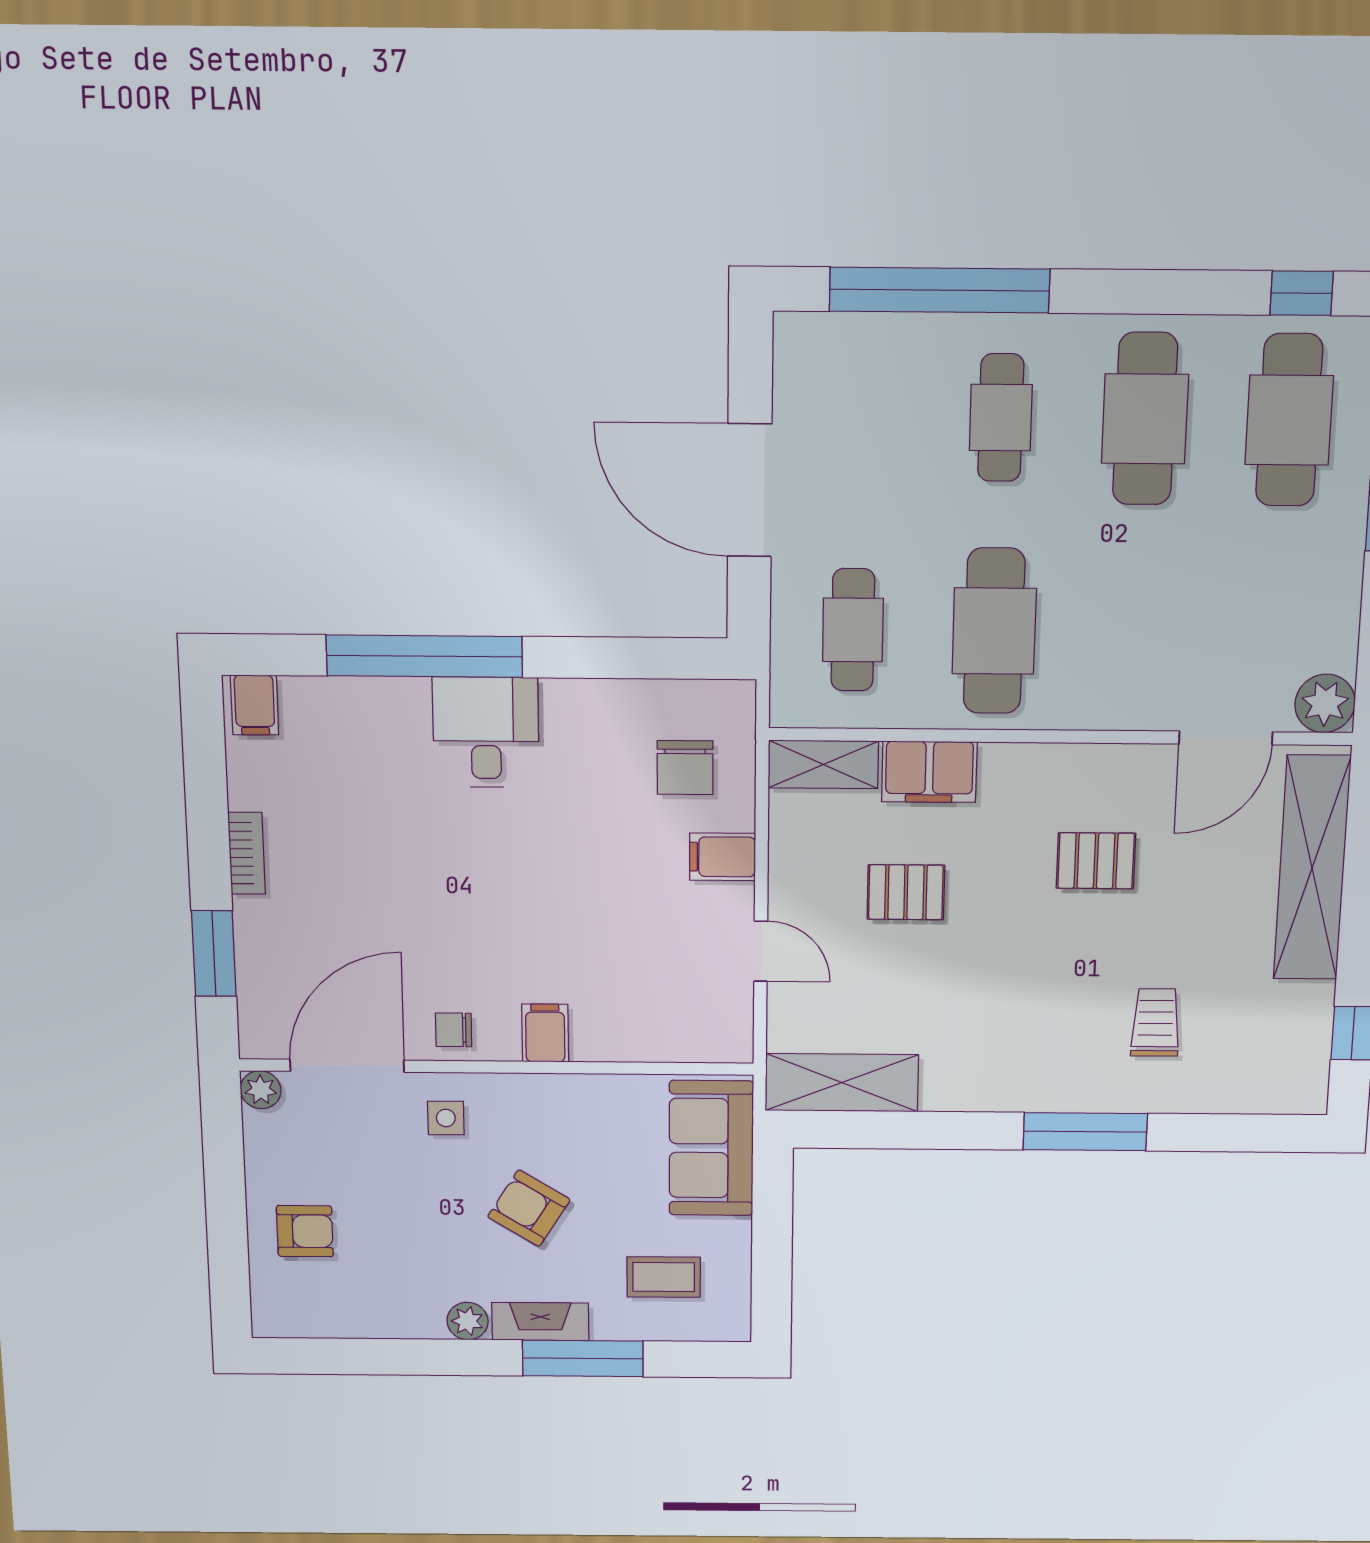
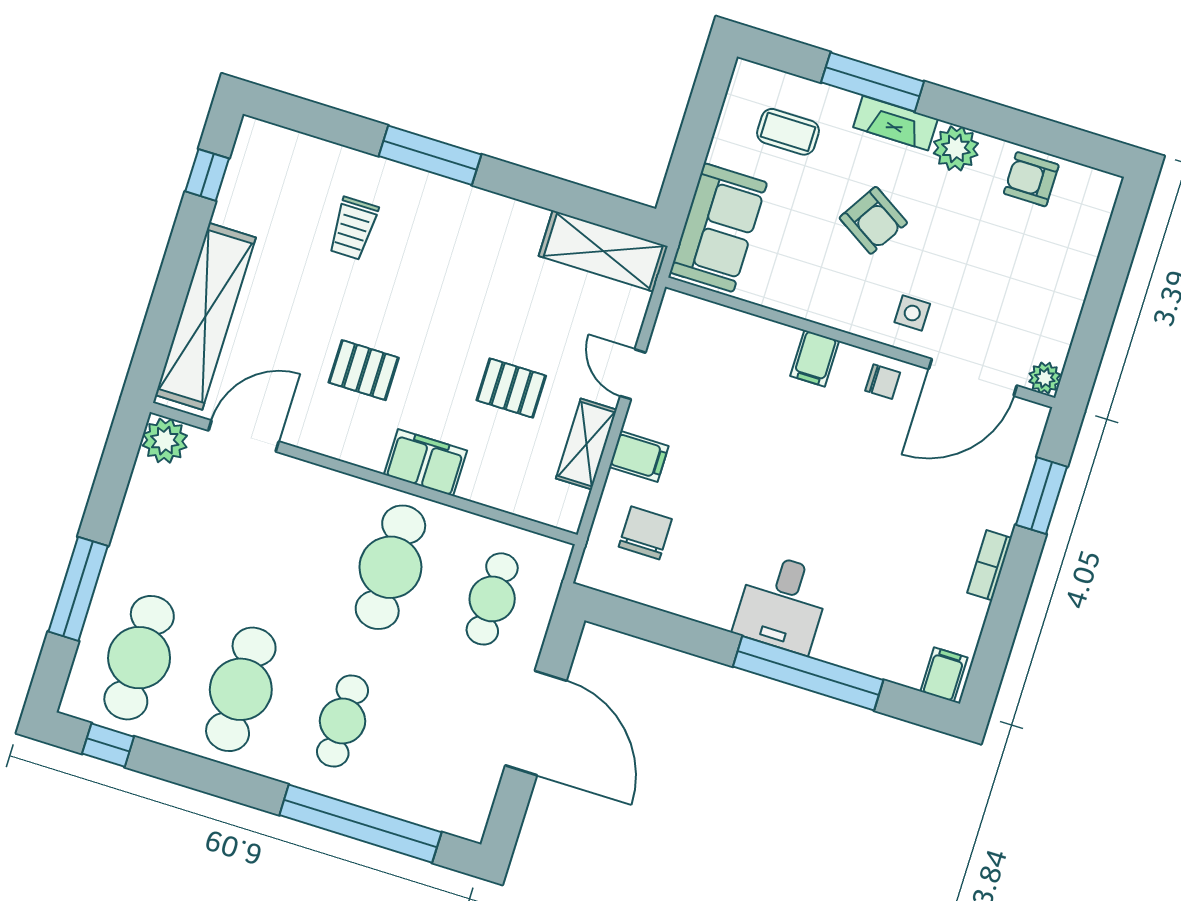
shelving: (823, 764) -> (586, 444), moved, turned 90
filing cabinet: (929, 772) -> (426, 463), moved
armchair: (305, 1231) -> (1031, 179), moved
plant: (468, 1321) -> (956, 148), width x1.38, depth x1.38

